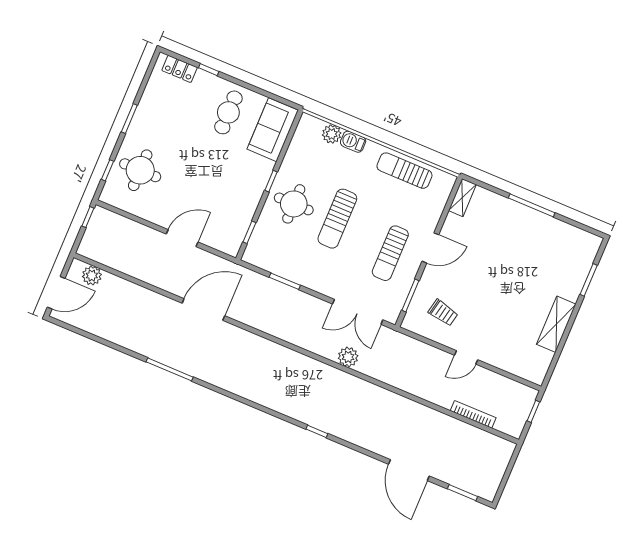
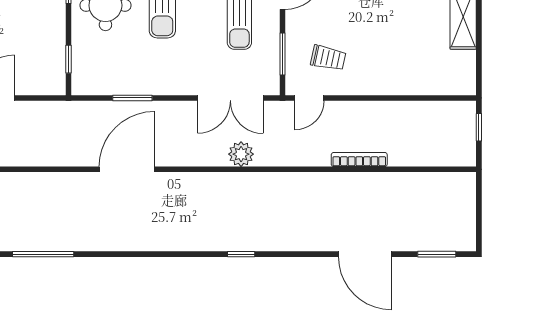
door: (203, 310) -> (127, 169), moved
door: (466, 357) -> (309, 98), moved
bookcase: (473, 414) -> (359, 160), moved

